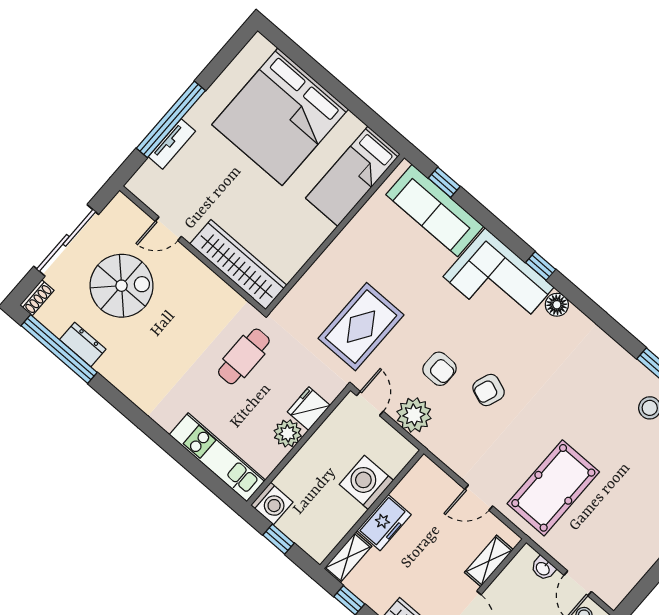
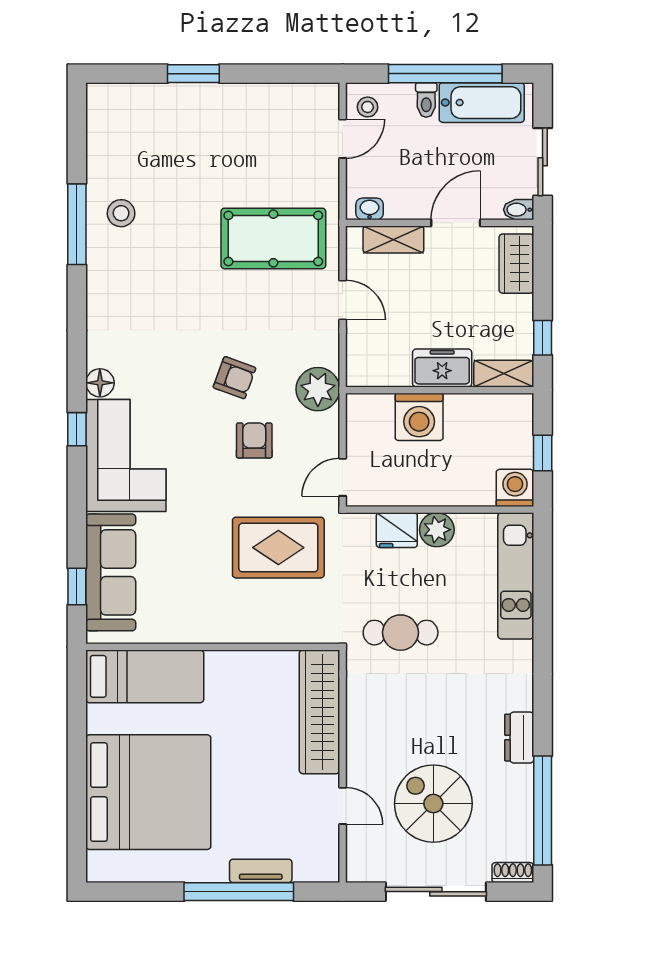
dresser: (83, 344) -> (519, 738), moved
plant: (414, 415) -> (318, 389), moved
washbasin: (543, 568) -> (370, 209), moved, turned -90

